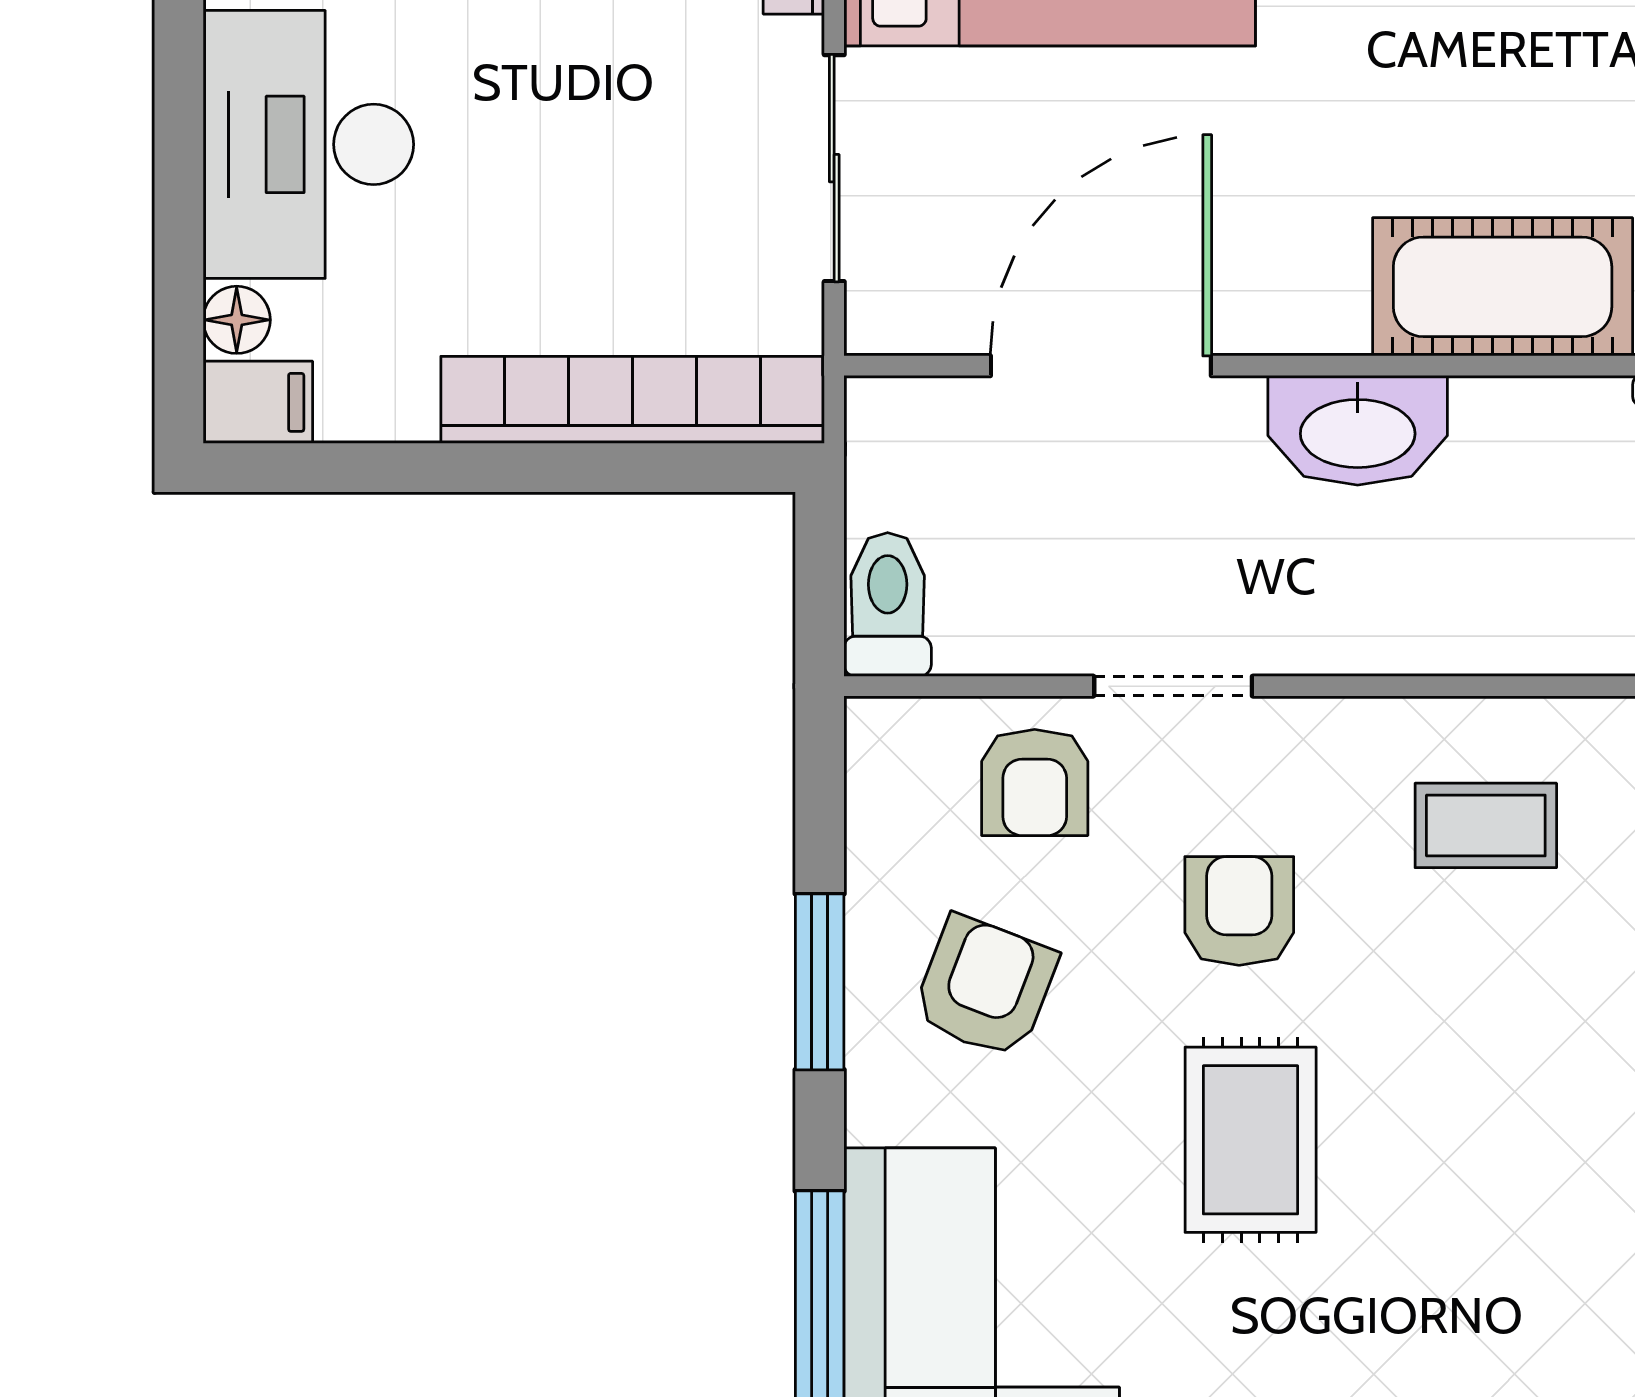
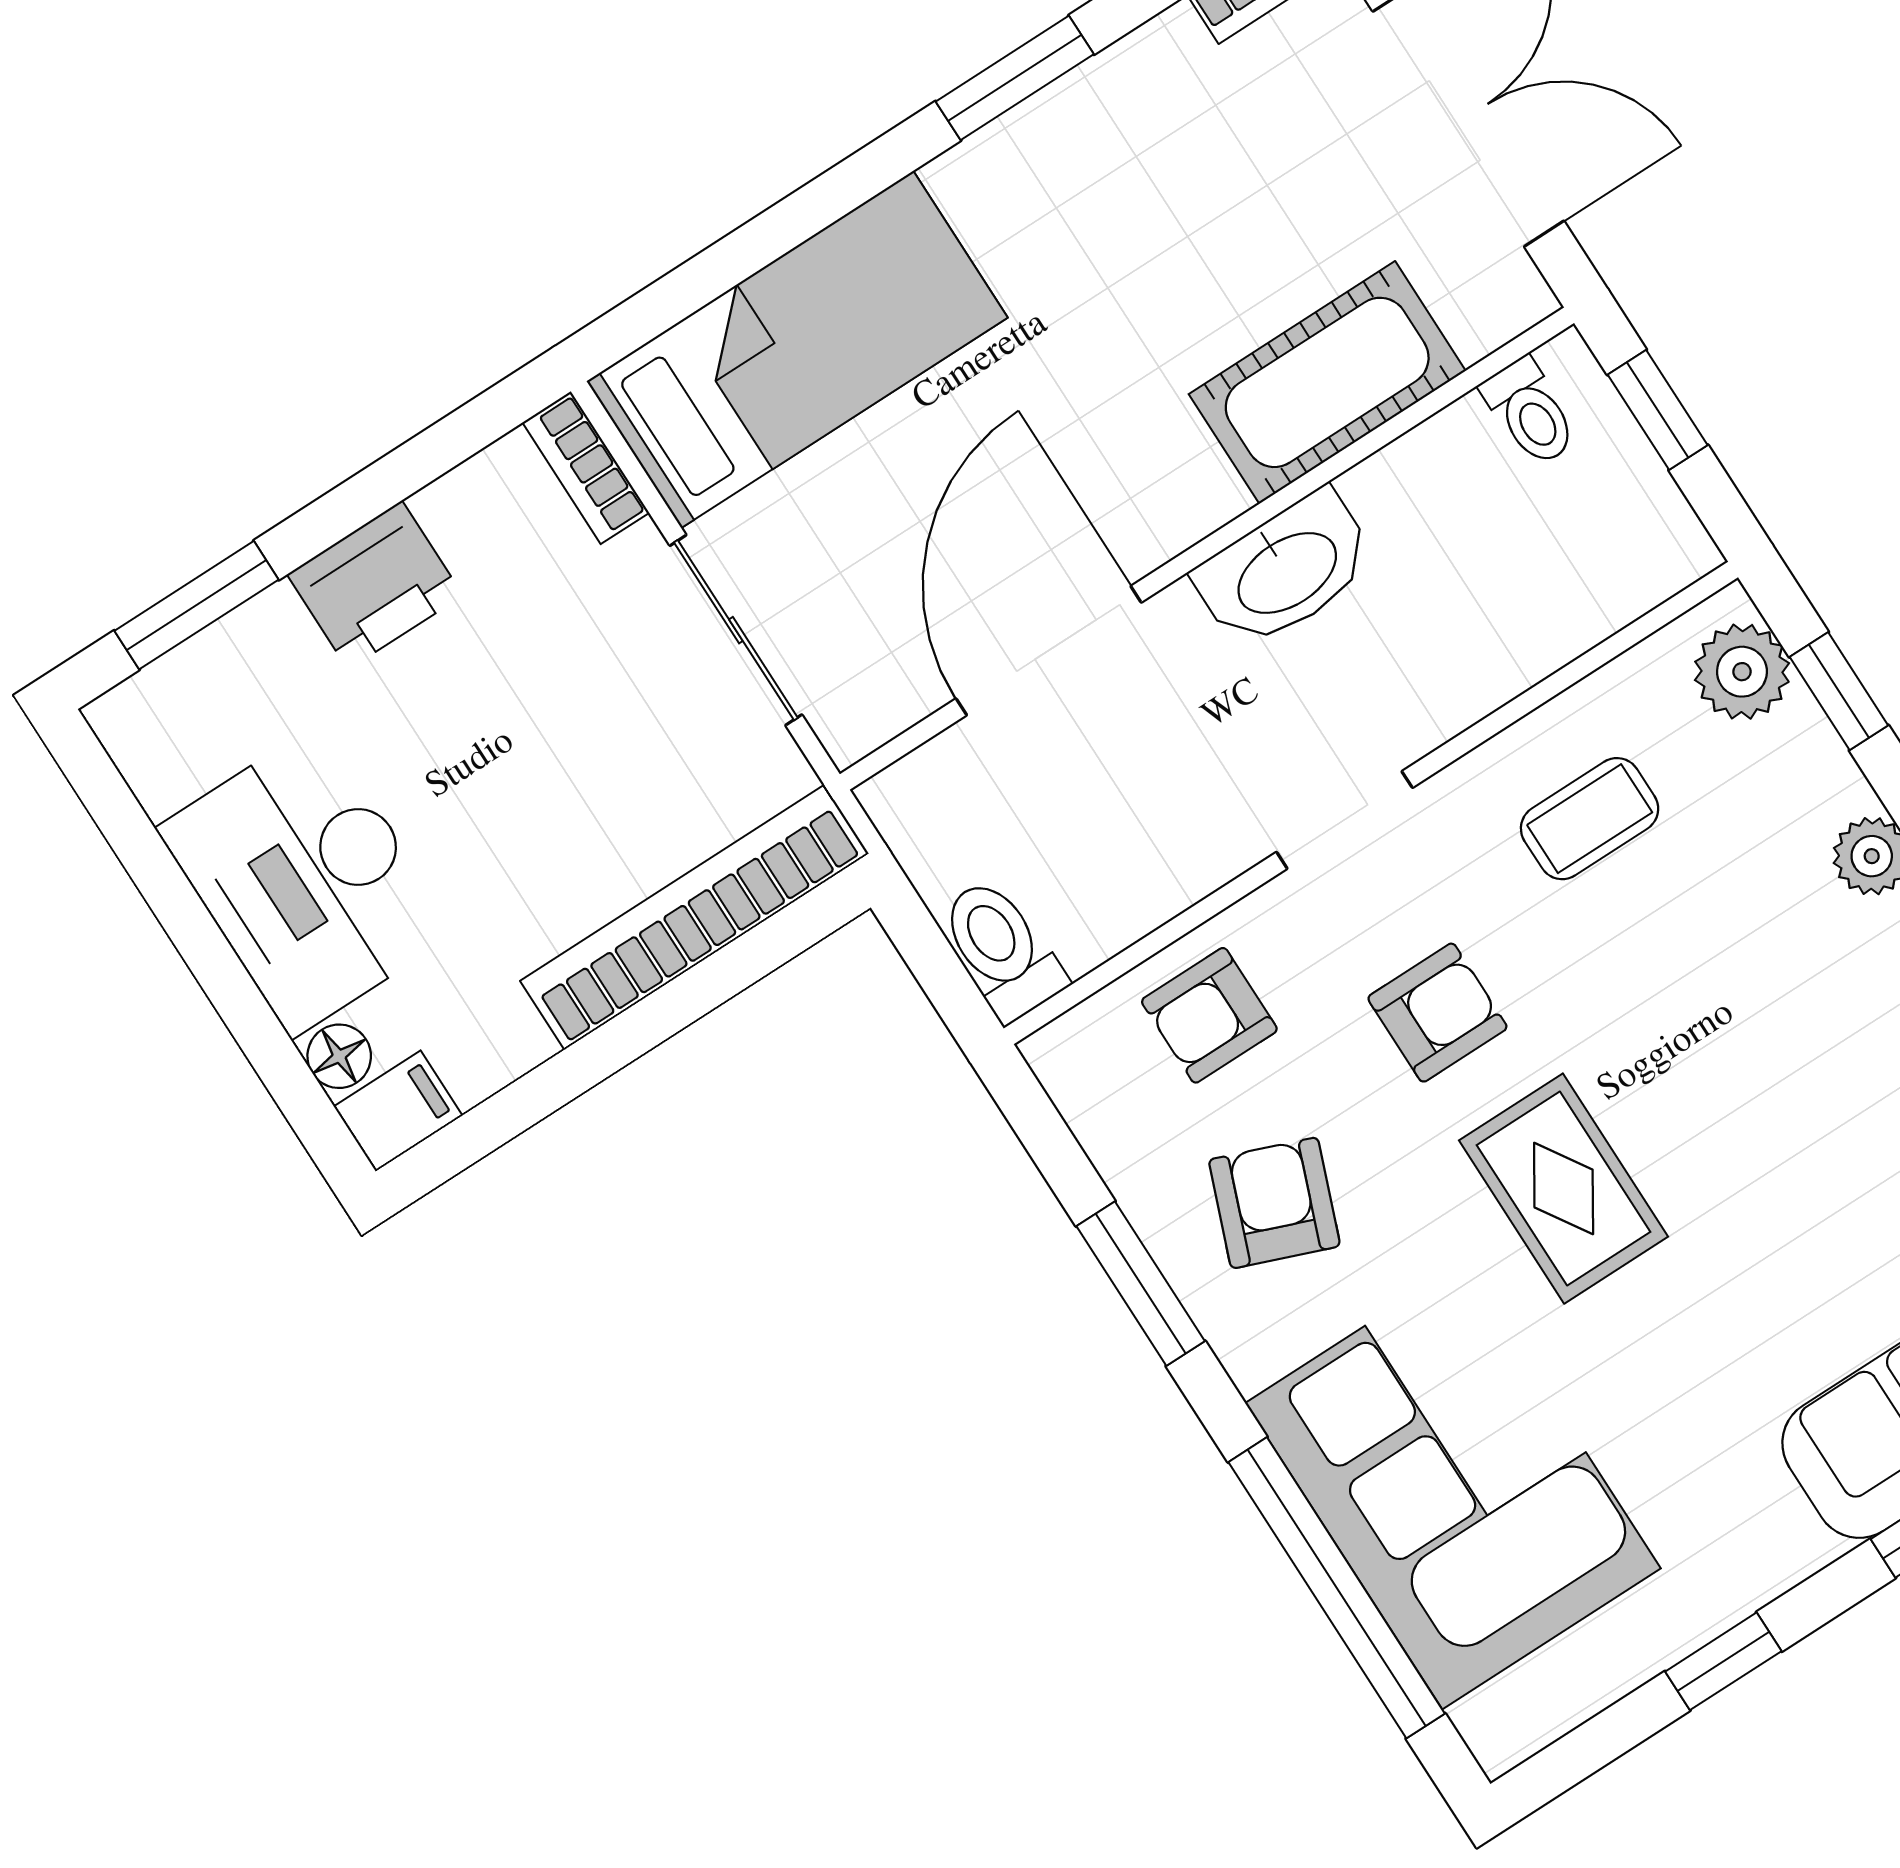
doorway: (1173, 686) -> (1344, 820), moved
armchair: (1035, 782) -> (1209, 1015), turned 90
armchair: (1239, 911) -> (1437, 1013), turned 90

